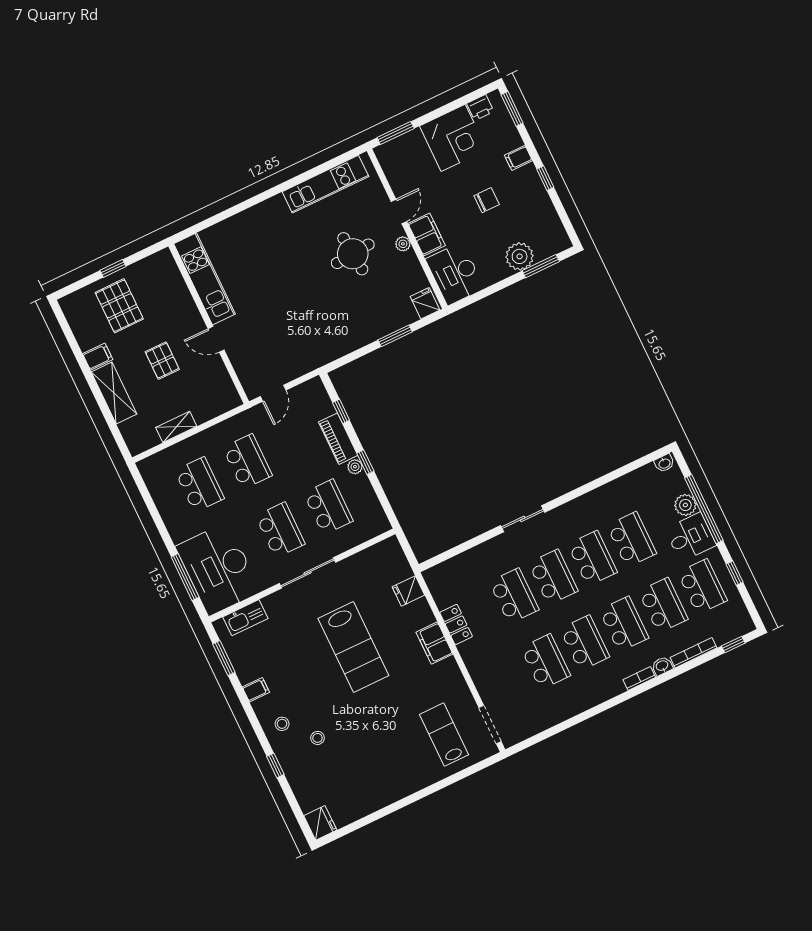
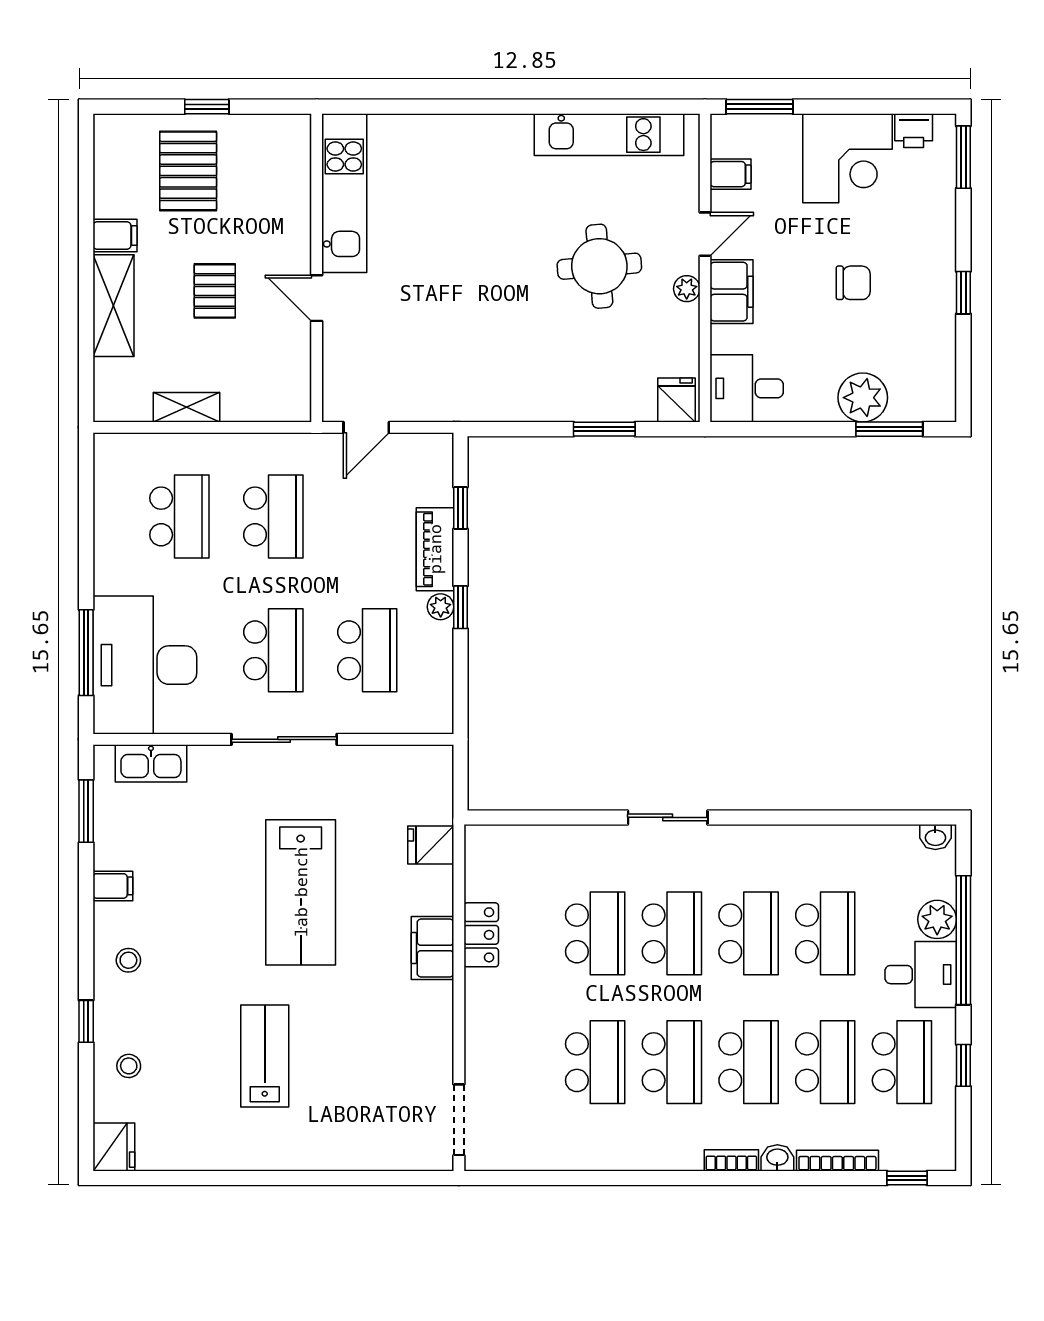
filing cabinet: (518, 158) -> (730, 174), moved, turned 180
desk: (455, 274) -> (747, 388), width x0.73
lab bench: (444, 735) -> (265, 1056), moved
stool: (317, 738) -> (129, 1066), moved

